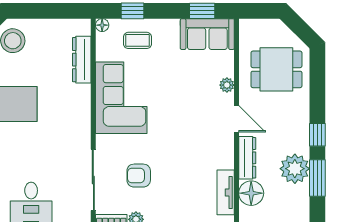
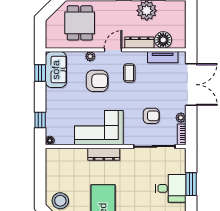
coffee table: (138, 40) -> (129, 73), moved
dresser: (82, 60) -> (104, 154), moved
armchair: (191, 95) -> (97, 81), added
armchair: (139, 176) -> (151, 116), turned -90

